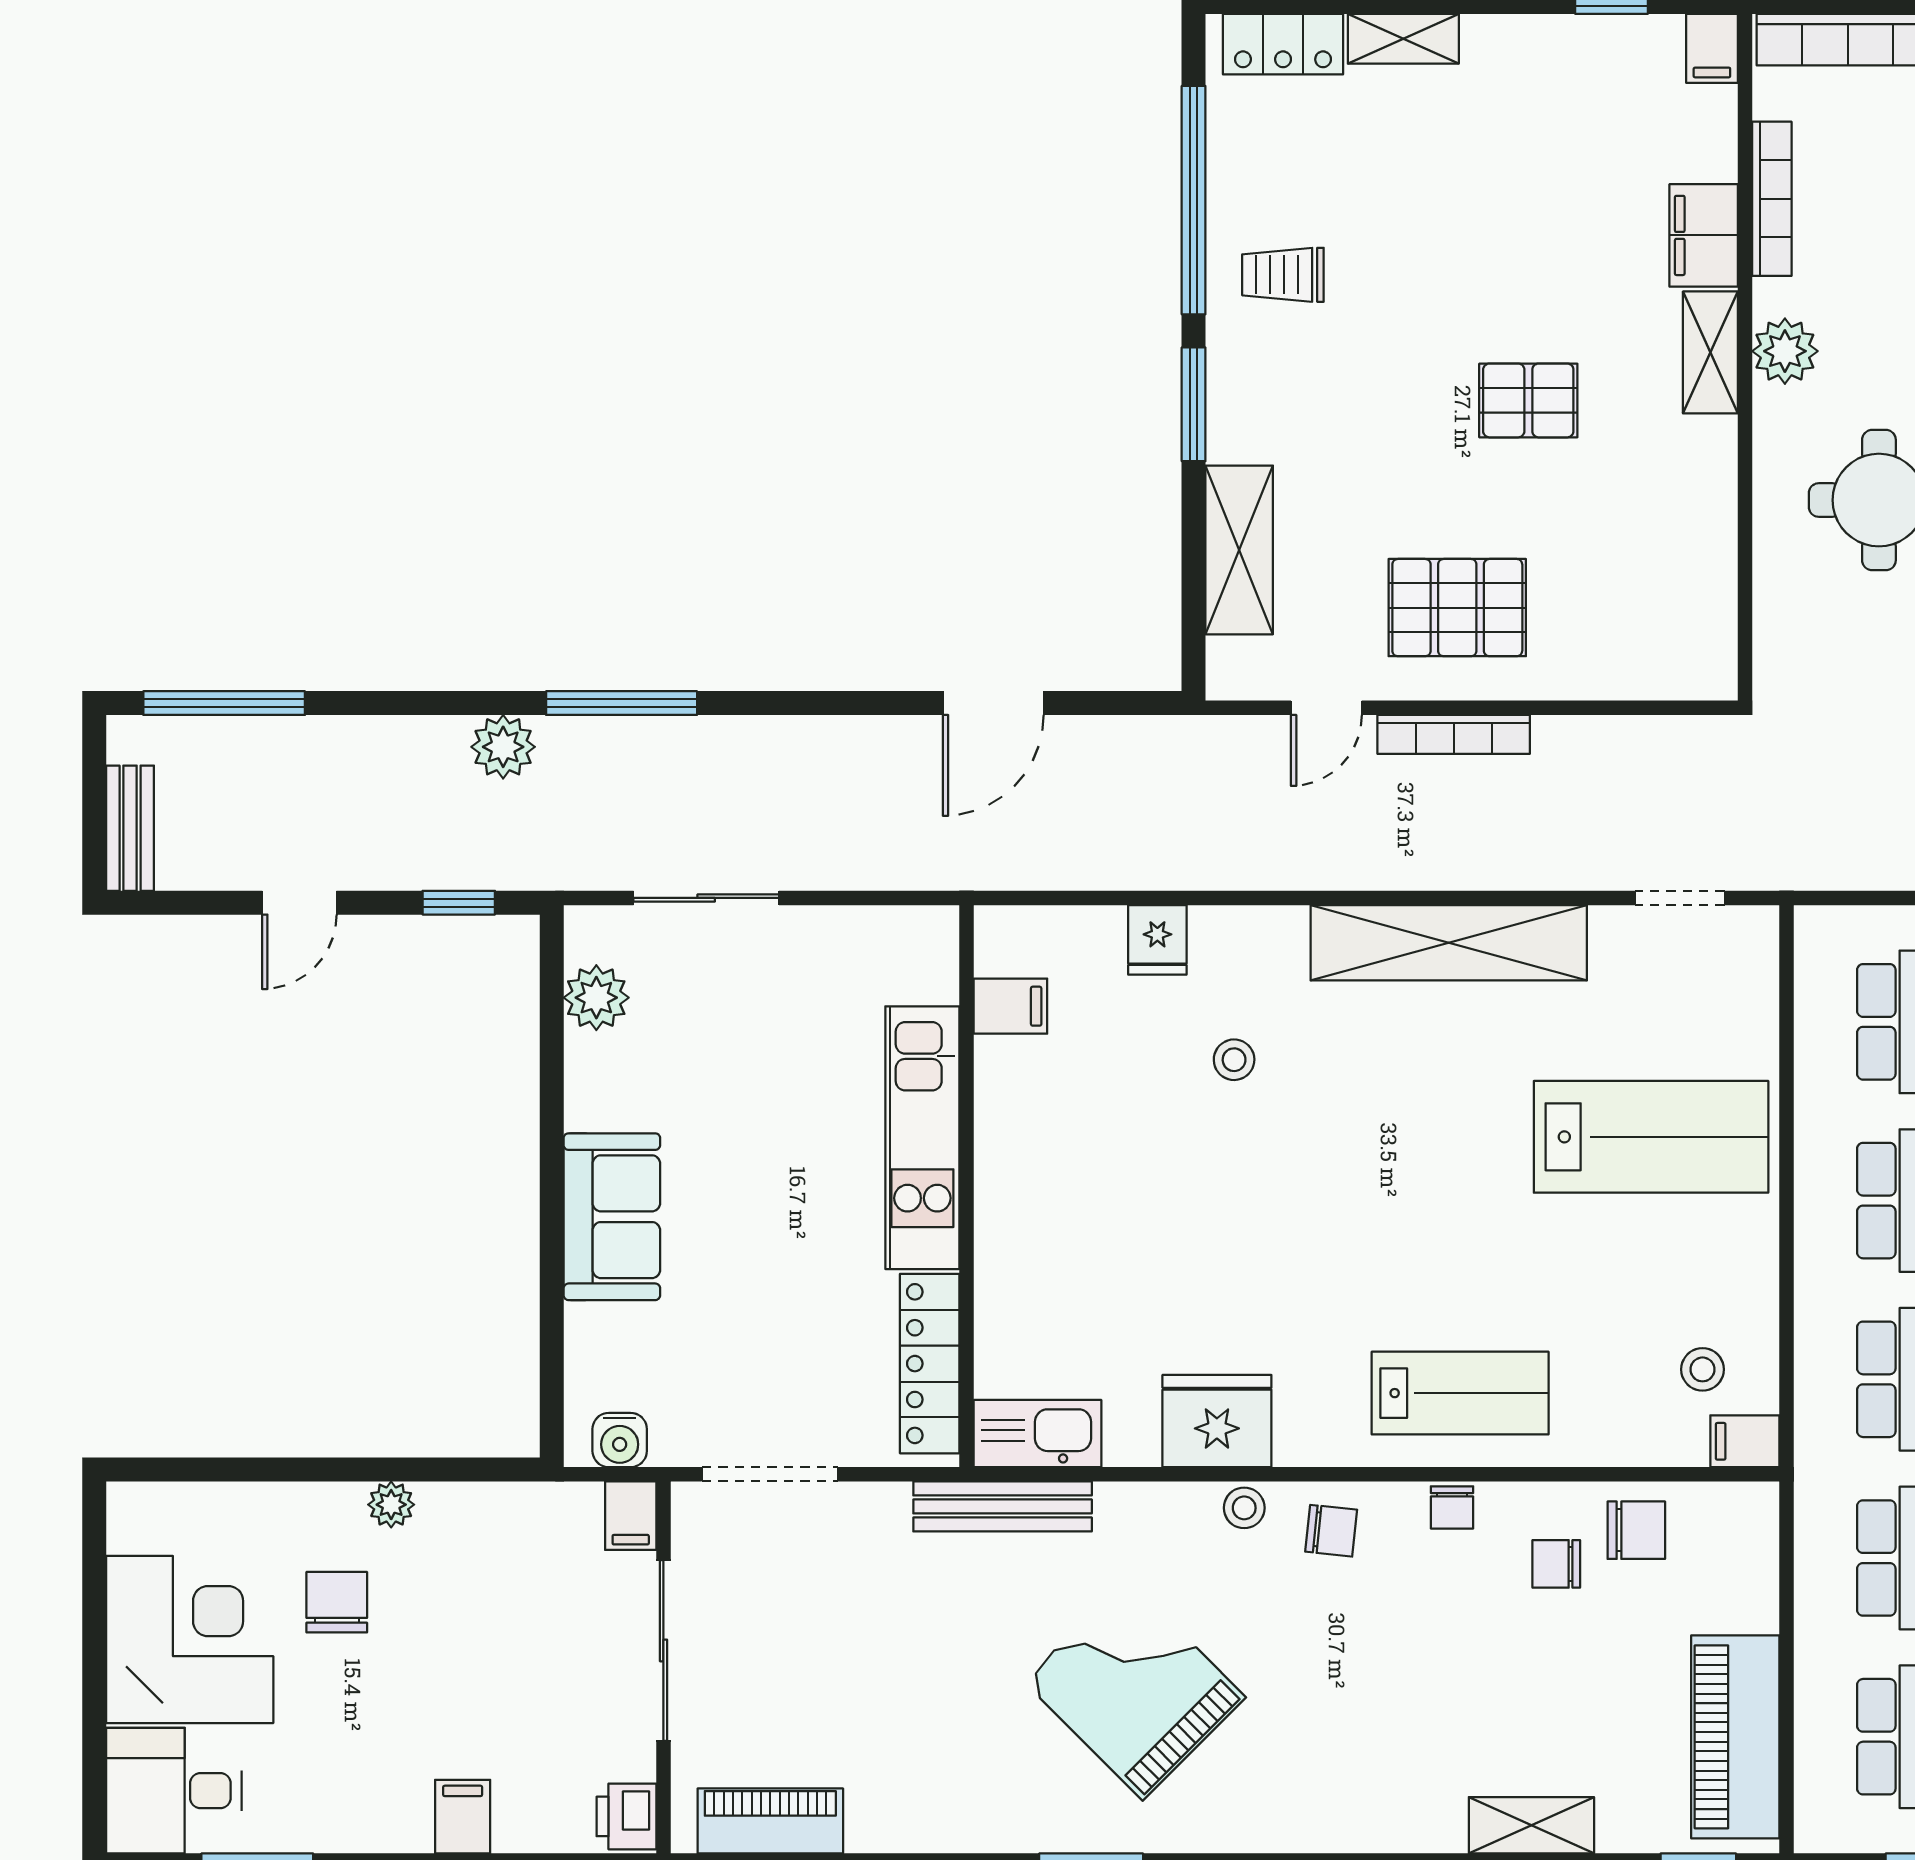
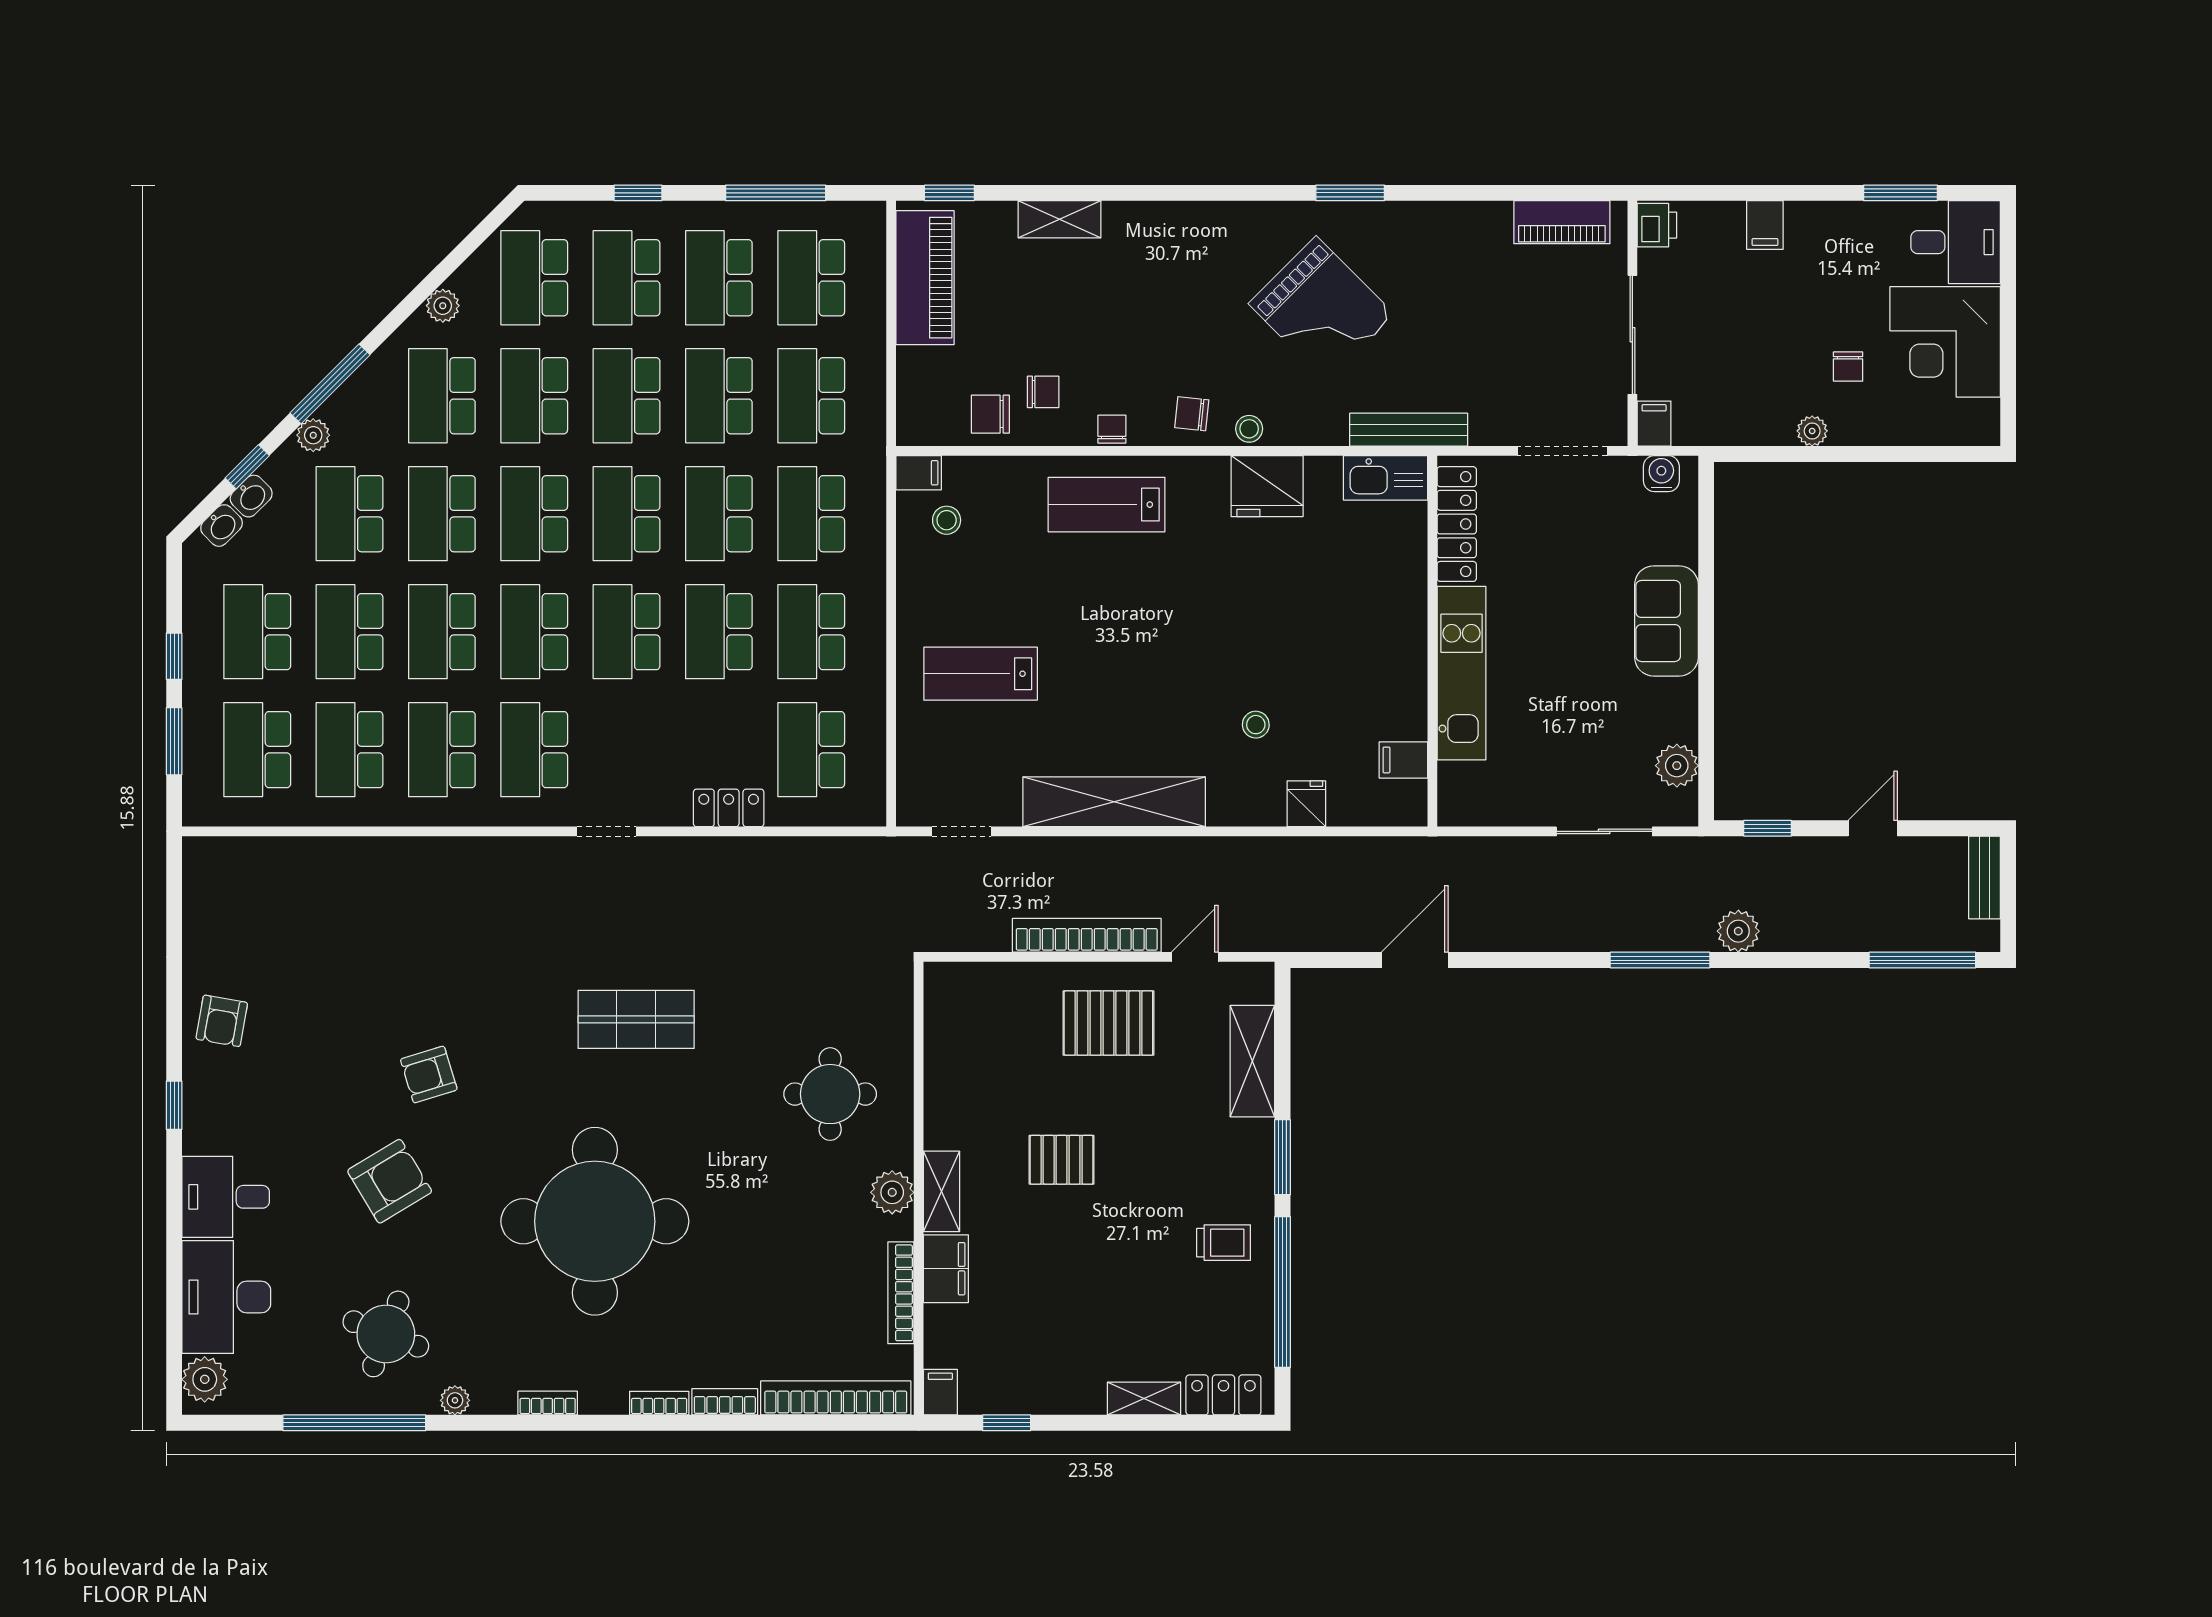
bookcase: (1454, 734) -> (1087, 935), width x1.48, depth x1.31
lab bench: (1651, 1137) -> (981, 674), width x0.73, depth x0.72
chair: (337, 1602) -> (1848, 367), width x0.73, depth x0.73

